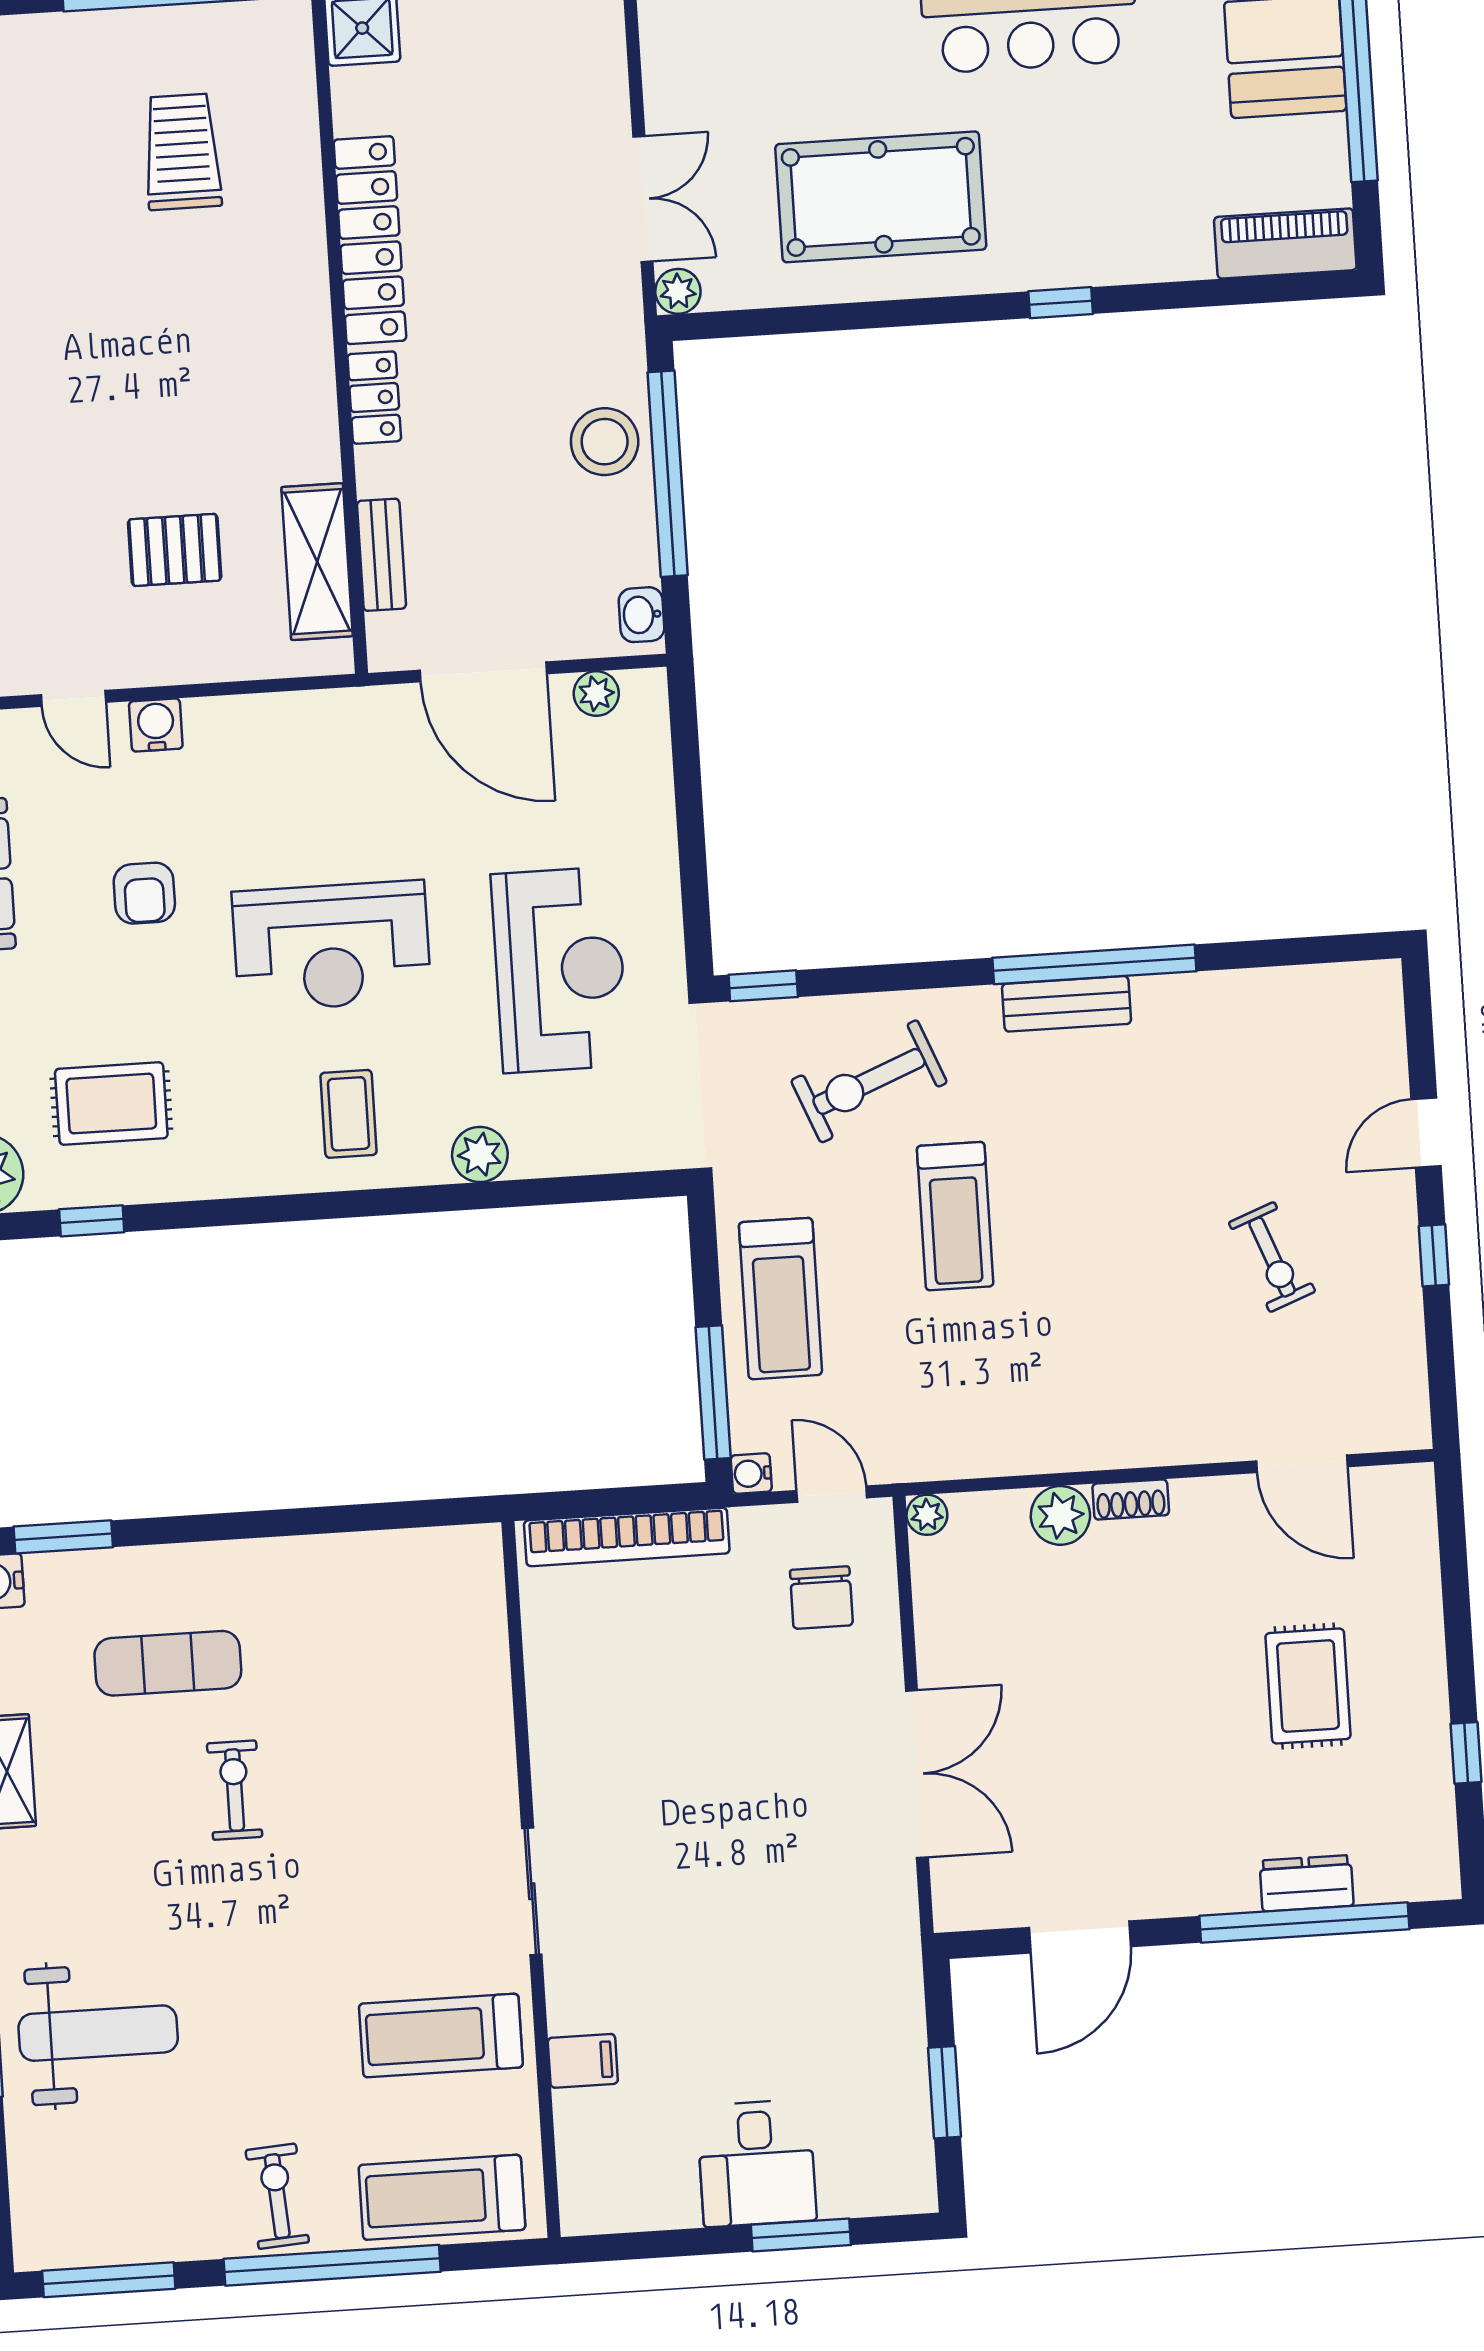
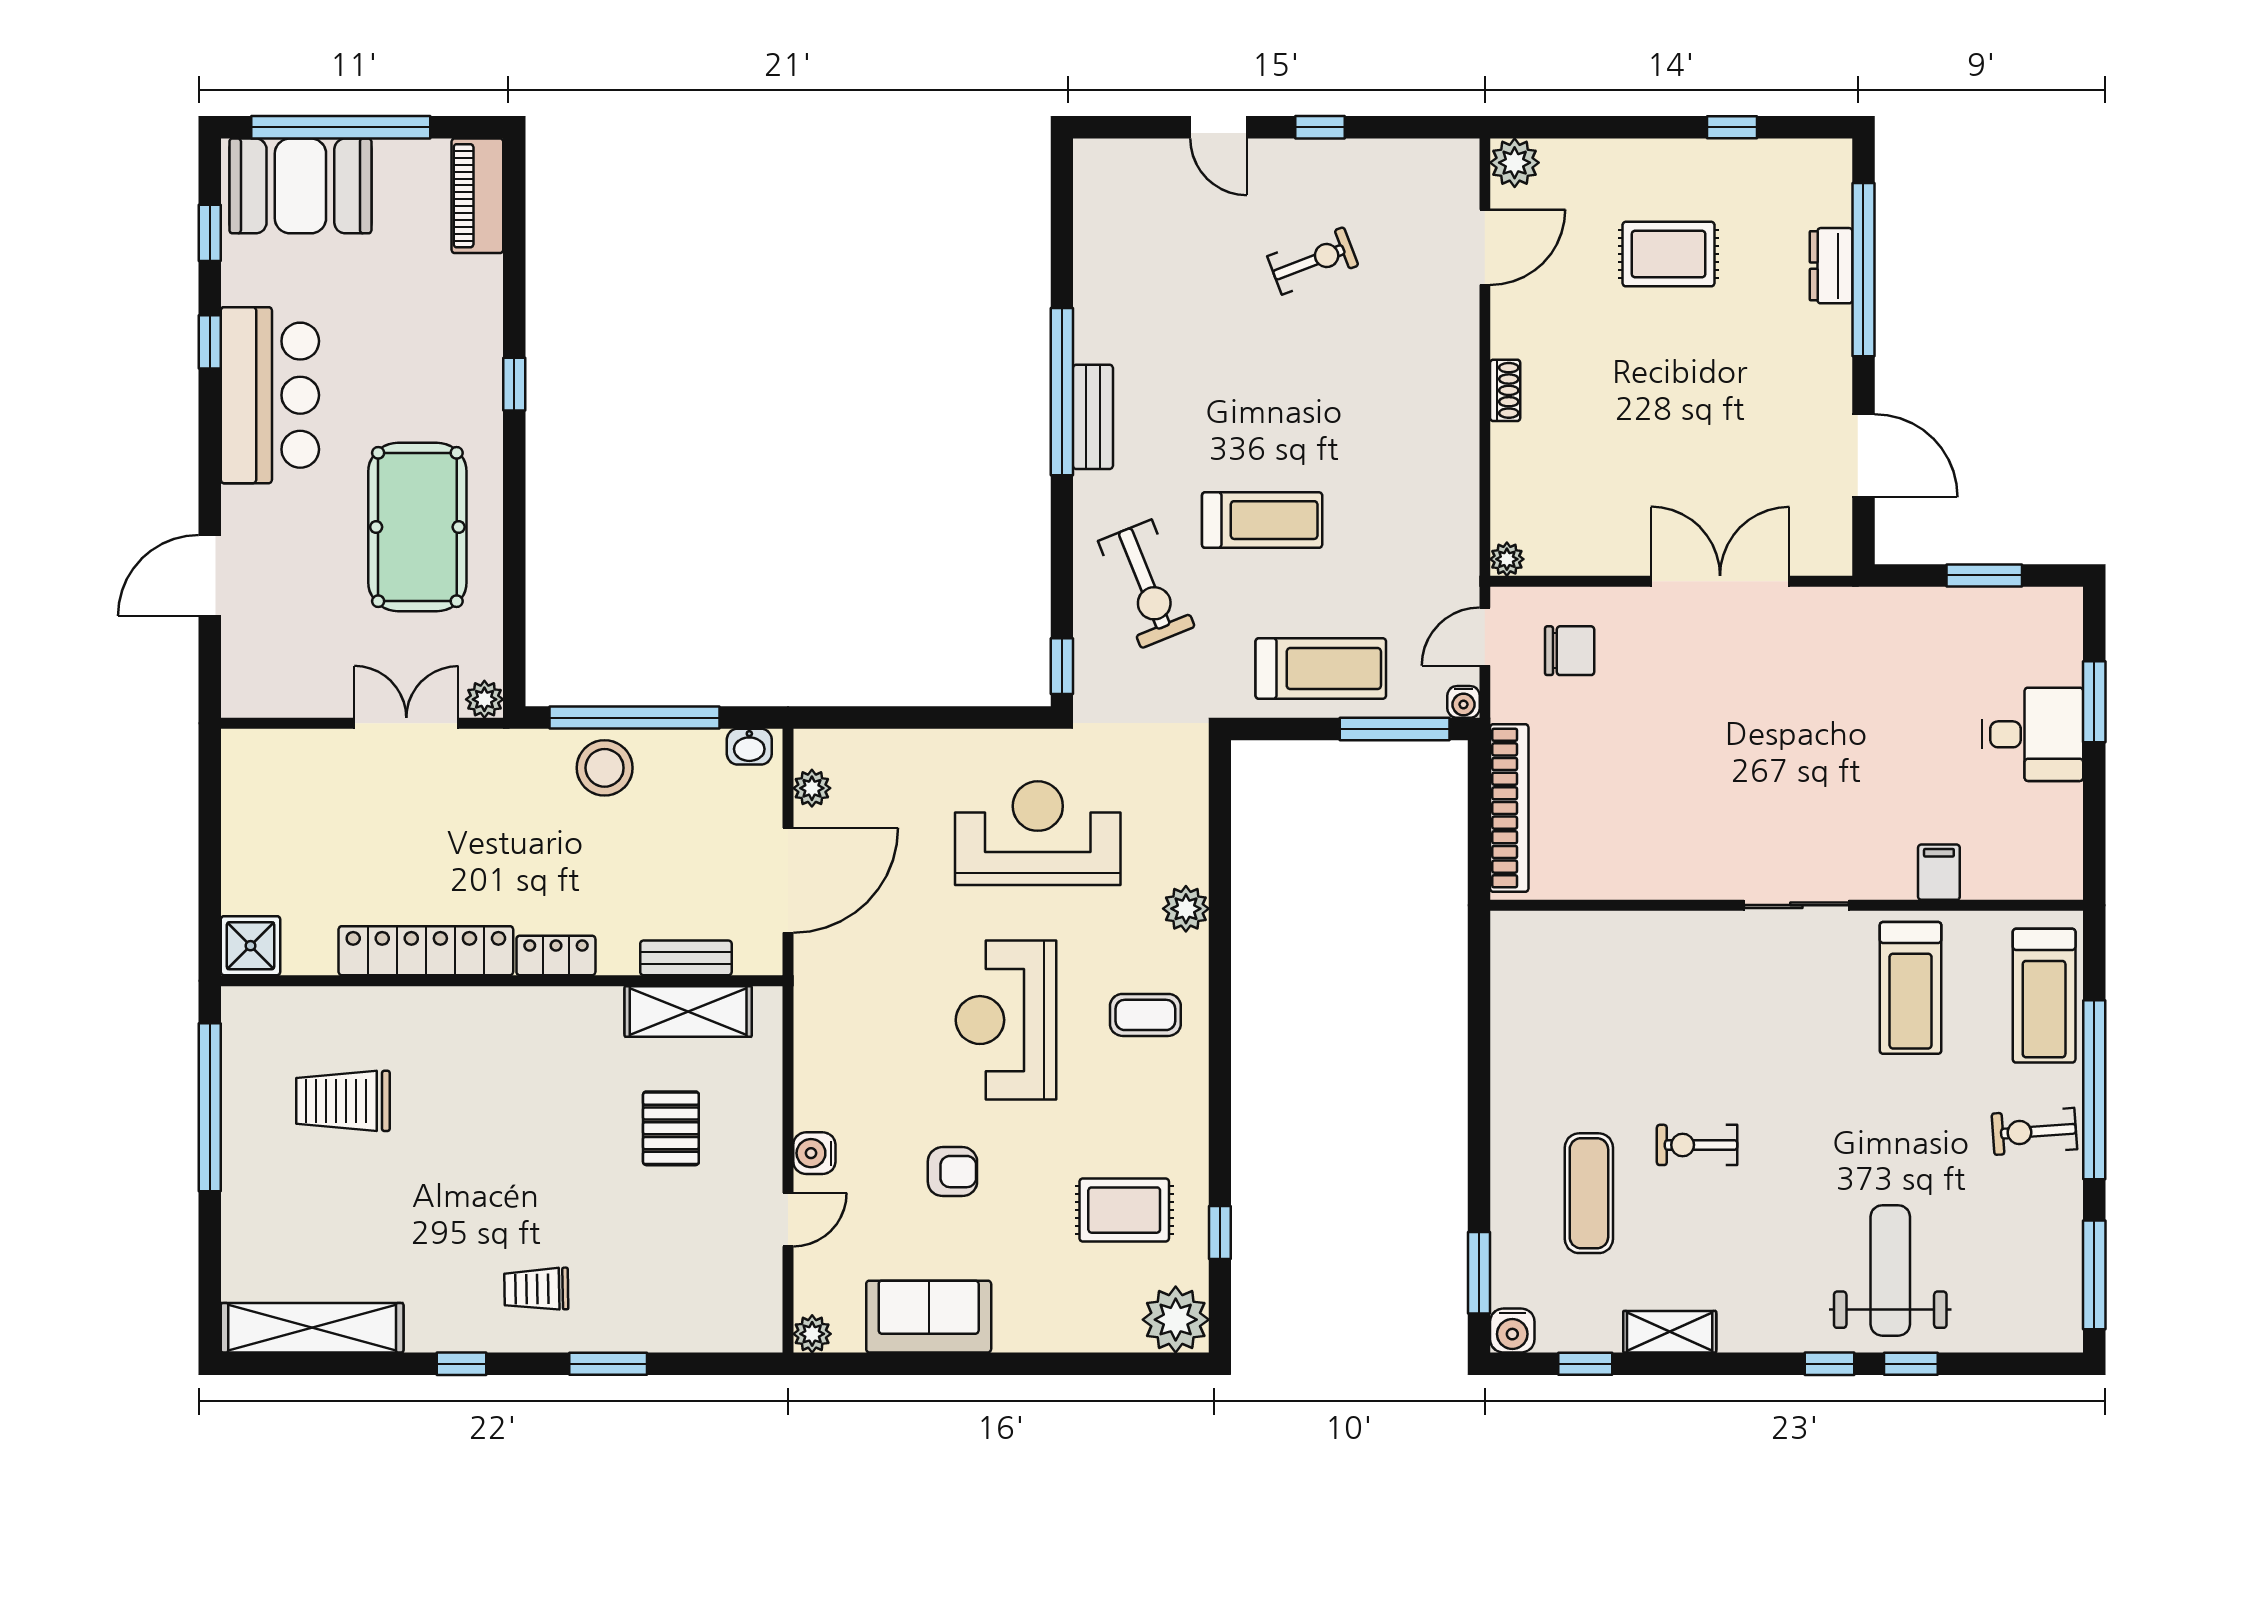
reception desk: (331, 946) -> (1006, 1020), turned 180
rug: (111, 1104) -> (1124, 1210), turned 90
plant: (1060, 1515) -> (1515, 163), moved

